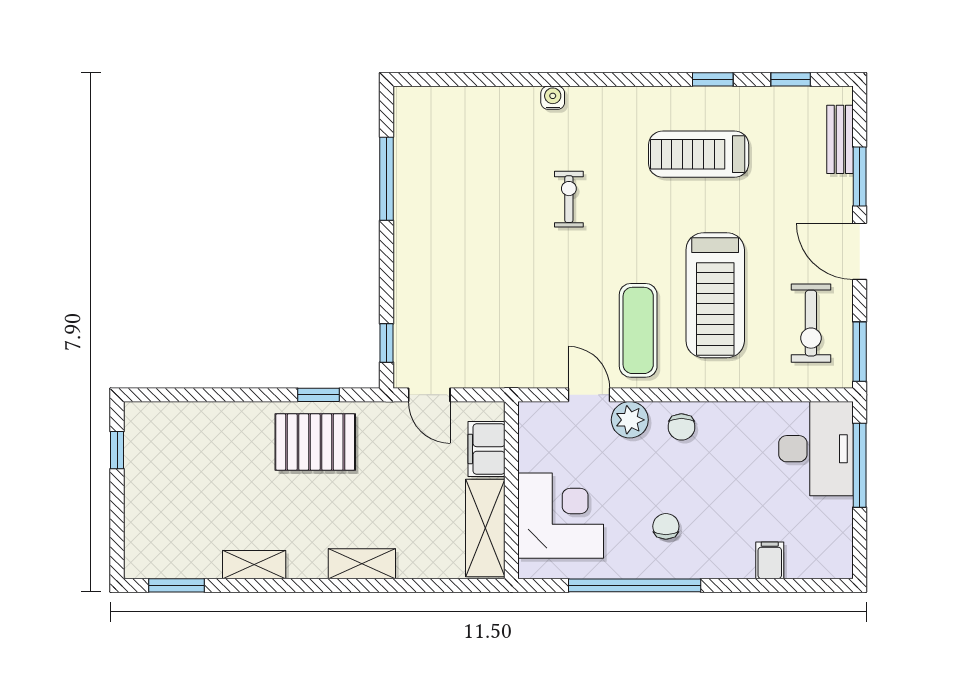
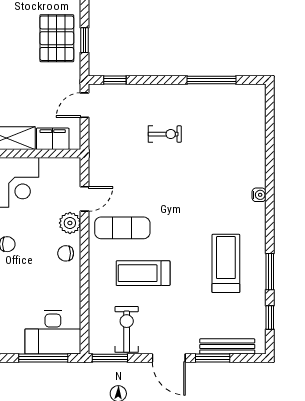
window: (713, 79) -> (270, 272), width x1.50
water cooler: (553, 98) -> (259, 195), moved
bench: (840, 139) -> (227, 346), width x1.36
exercise bike: (569, 199) -> (165, 134), moved
door: (860, 251) -> (169, 358), swing flipped
treadmill: (715, 295) -> (143, 273), width x0.73, depth x0.73
exercise bike: (811, 323) -> (127, 329), turned 90

